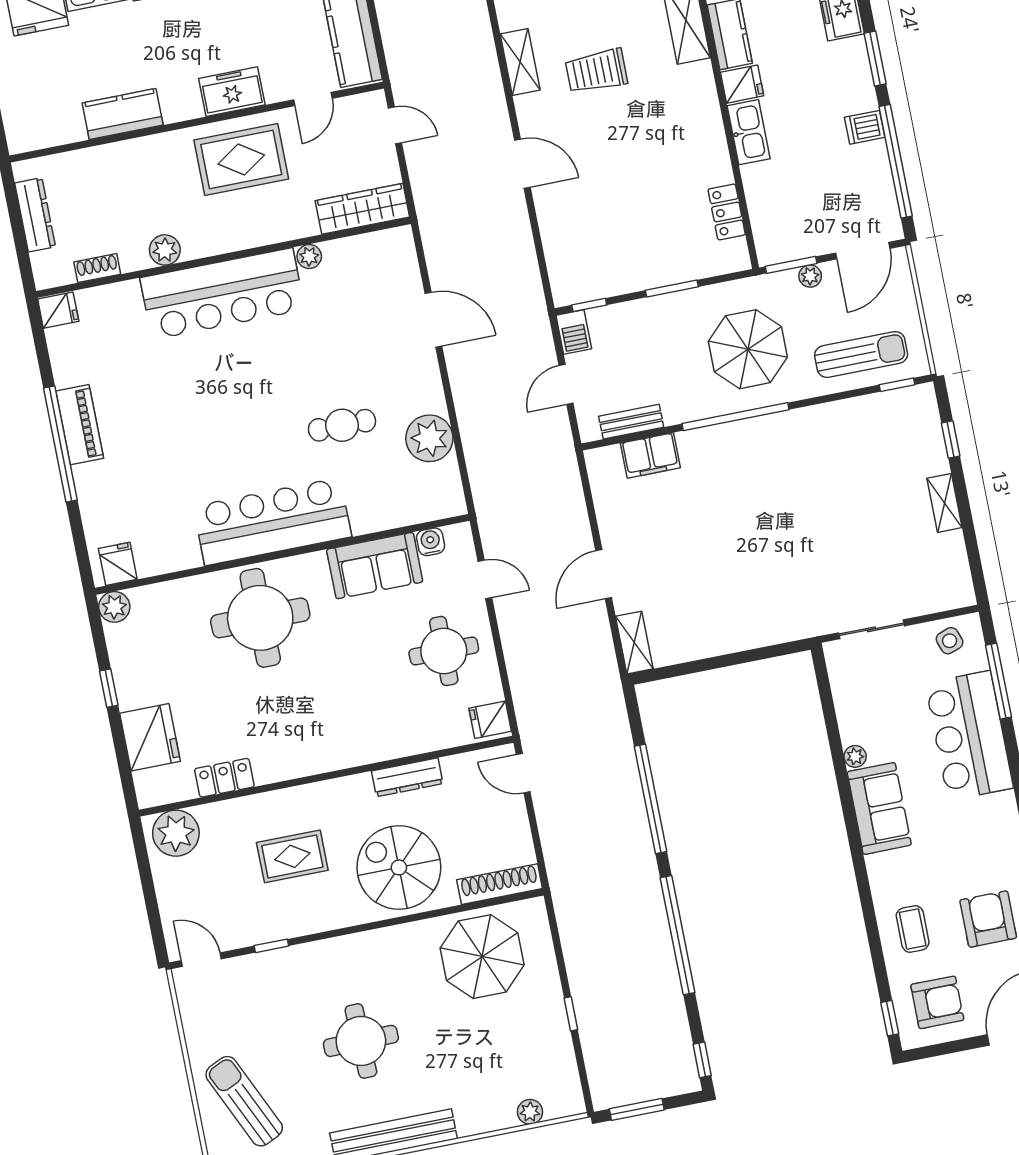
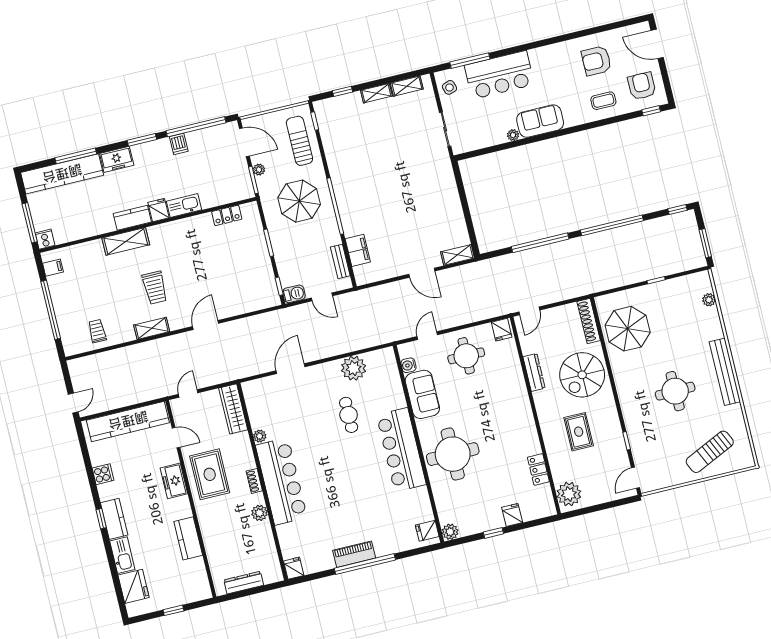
shoe rack: (97, 268) -> (254, 481), moved
shelving: (955, 561) -> (407, 86), added
fridge: (150, 737) -> (512, 515), width x0.53, depth x0.75

